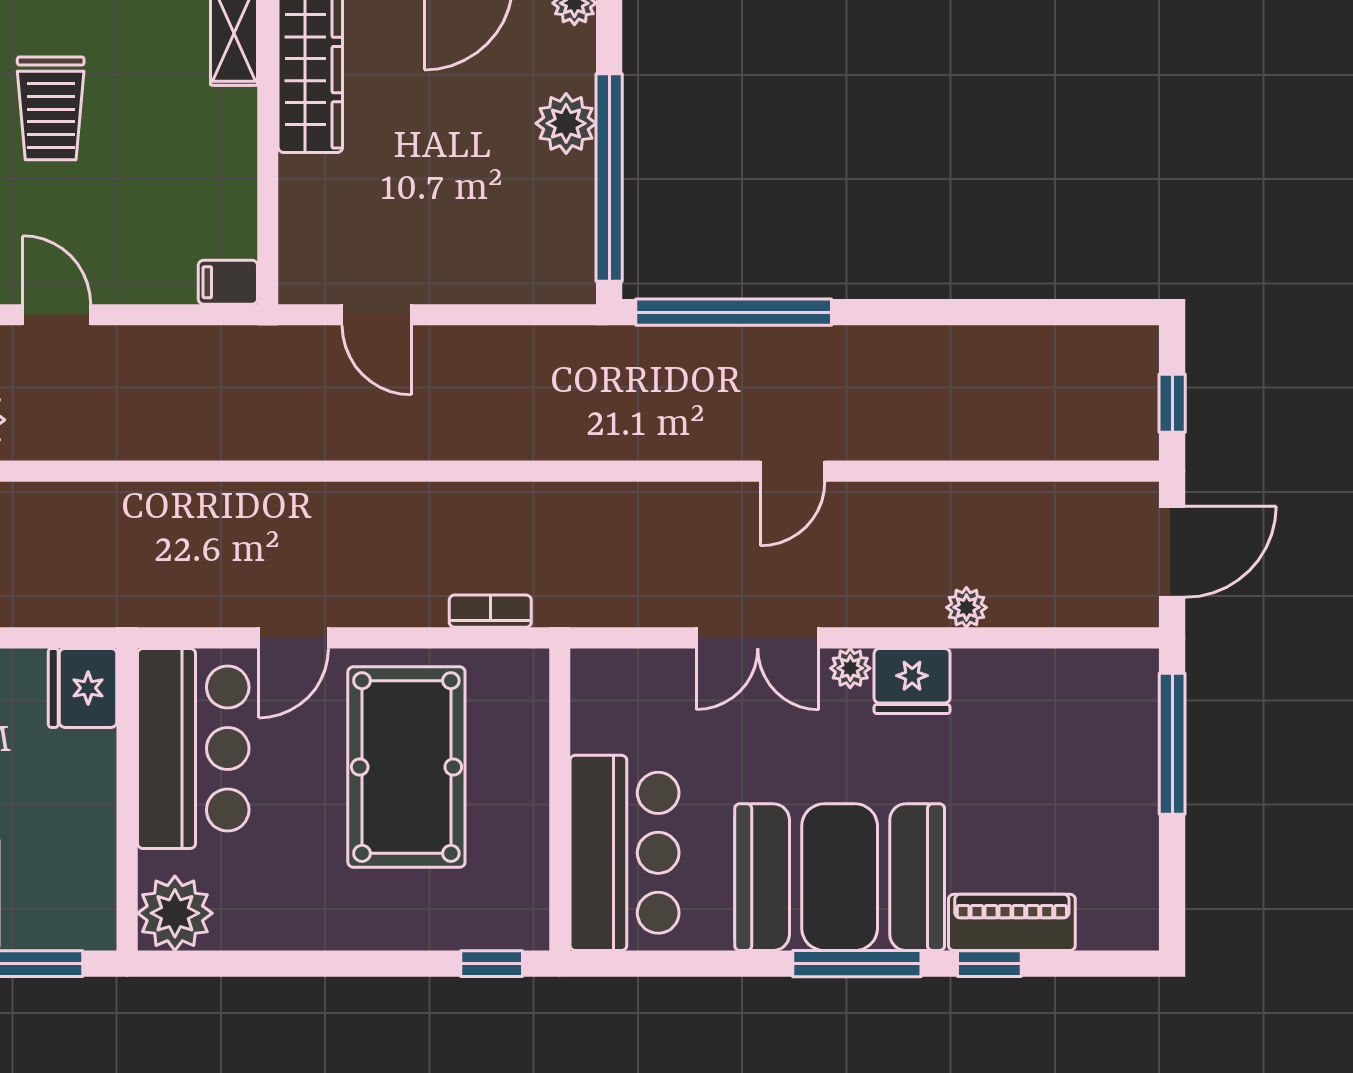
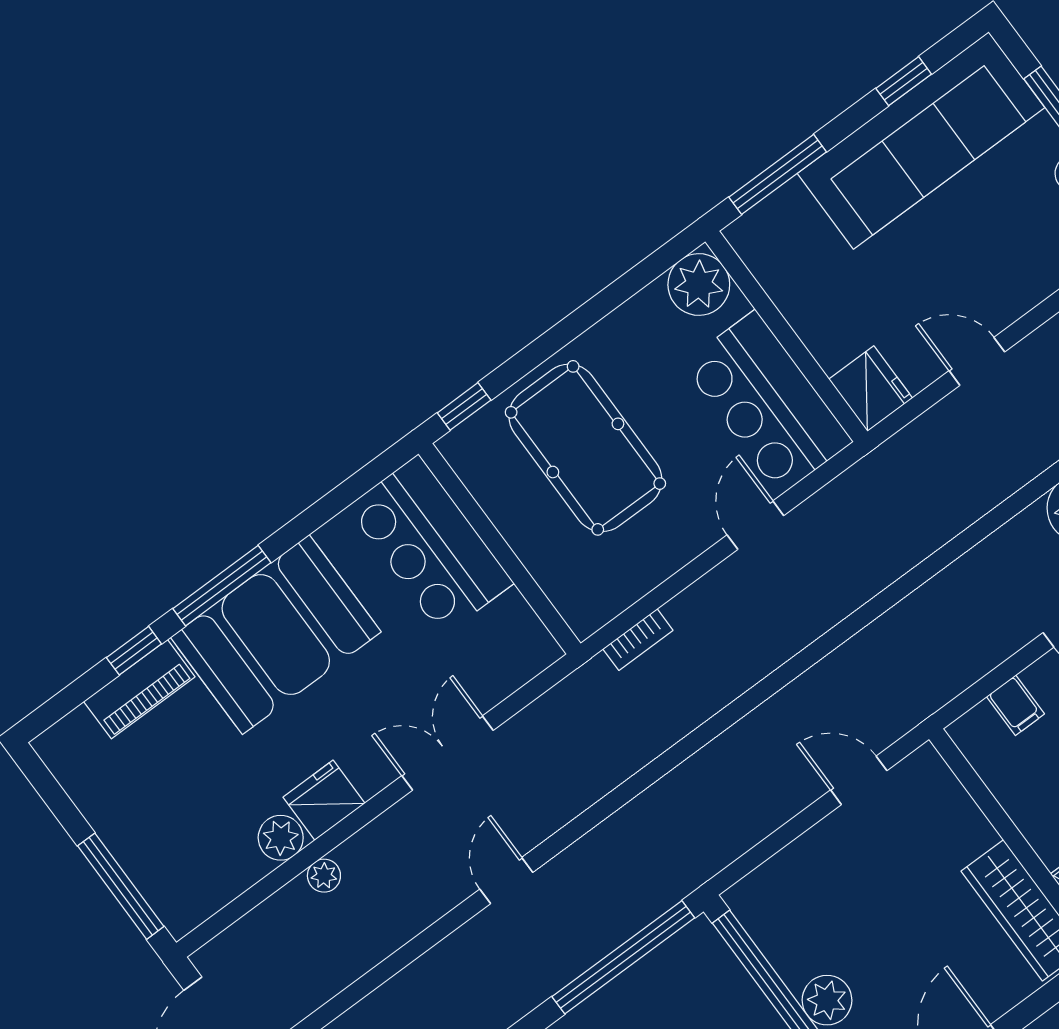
filing cabinet: (228, 282) -> (1015, 705), moved, turned 90
plant: (850, 668) -> (281, 838), moved, width x1.38, depth x1.38
pool table: (406, 767) -> (585, 448), moved

